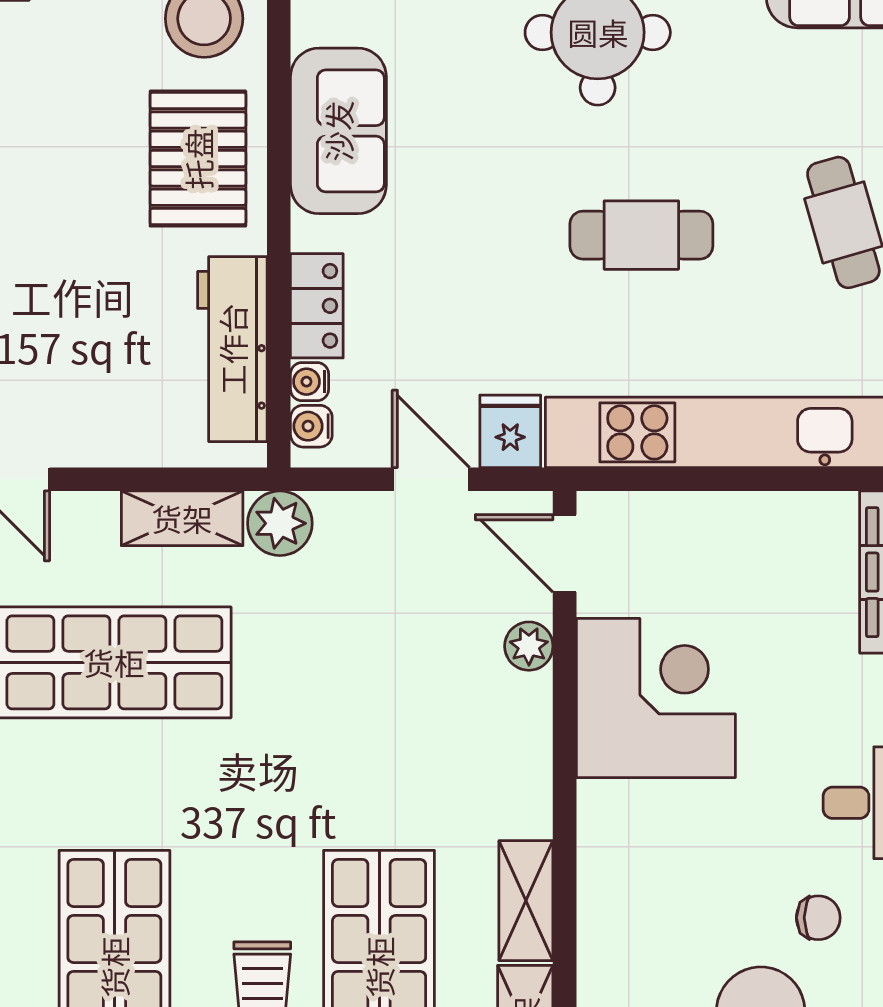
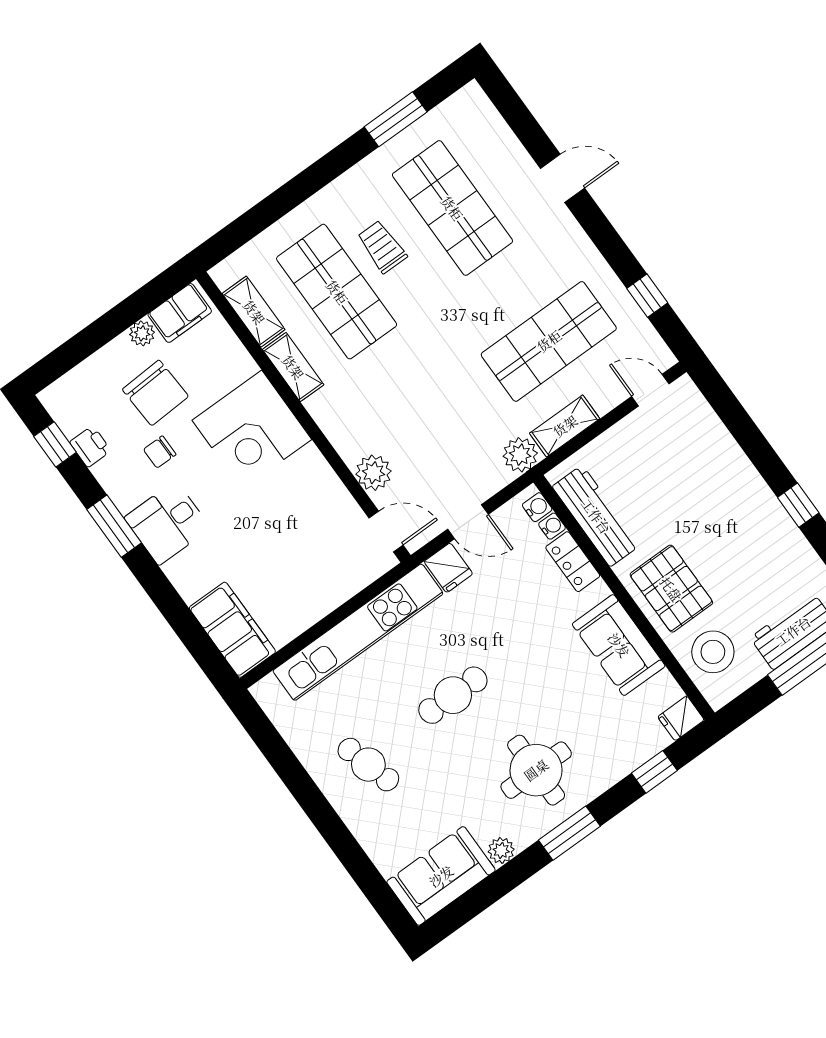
plant: (529, 646) -> (373, 473), width x1.38, depth x1.38
corner desk: (656, 698) -> (252, 430), moved

